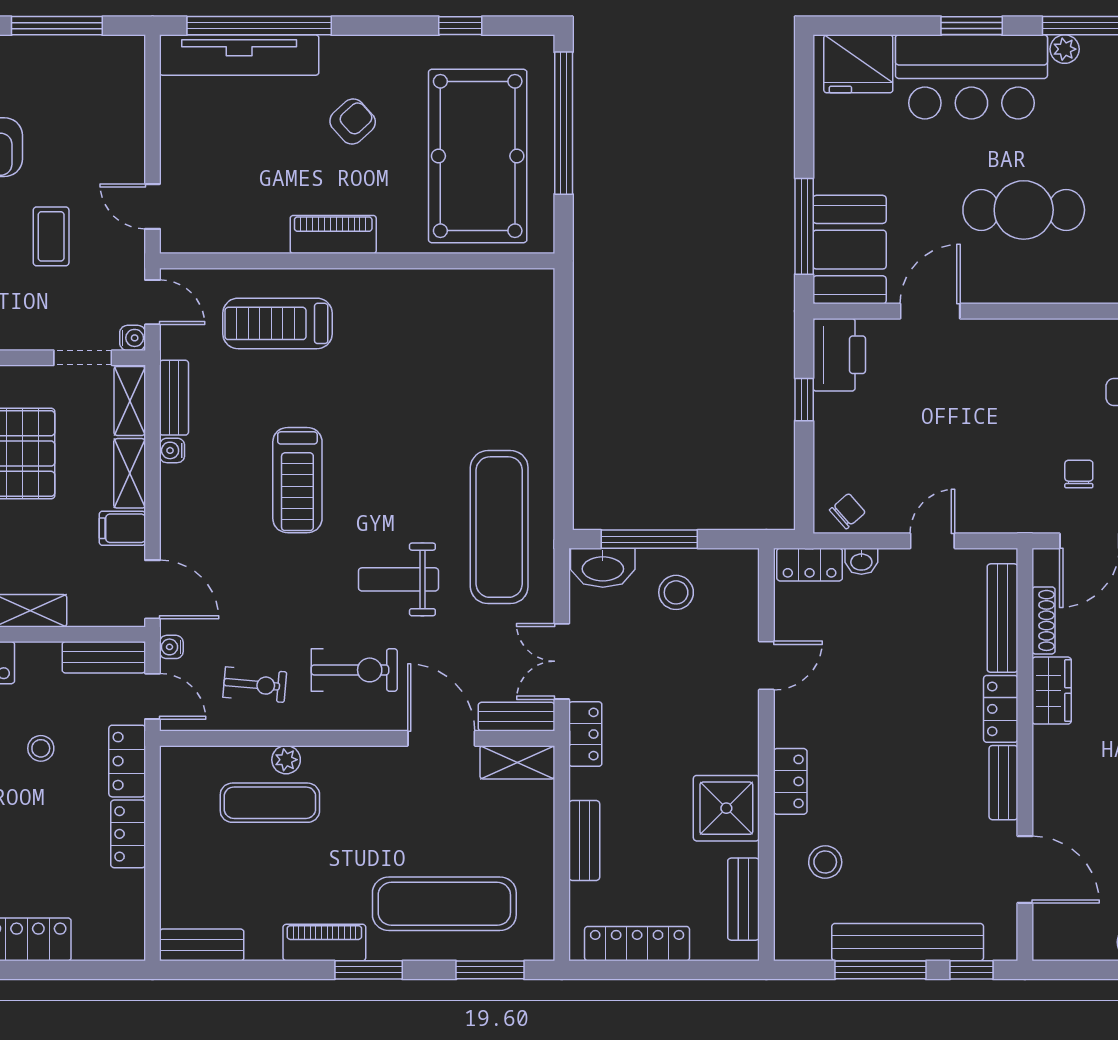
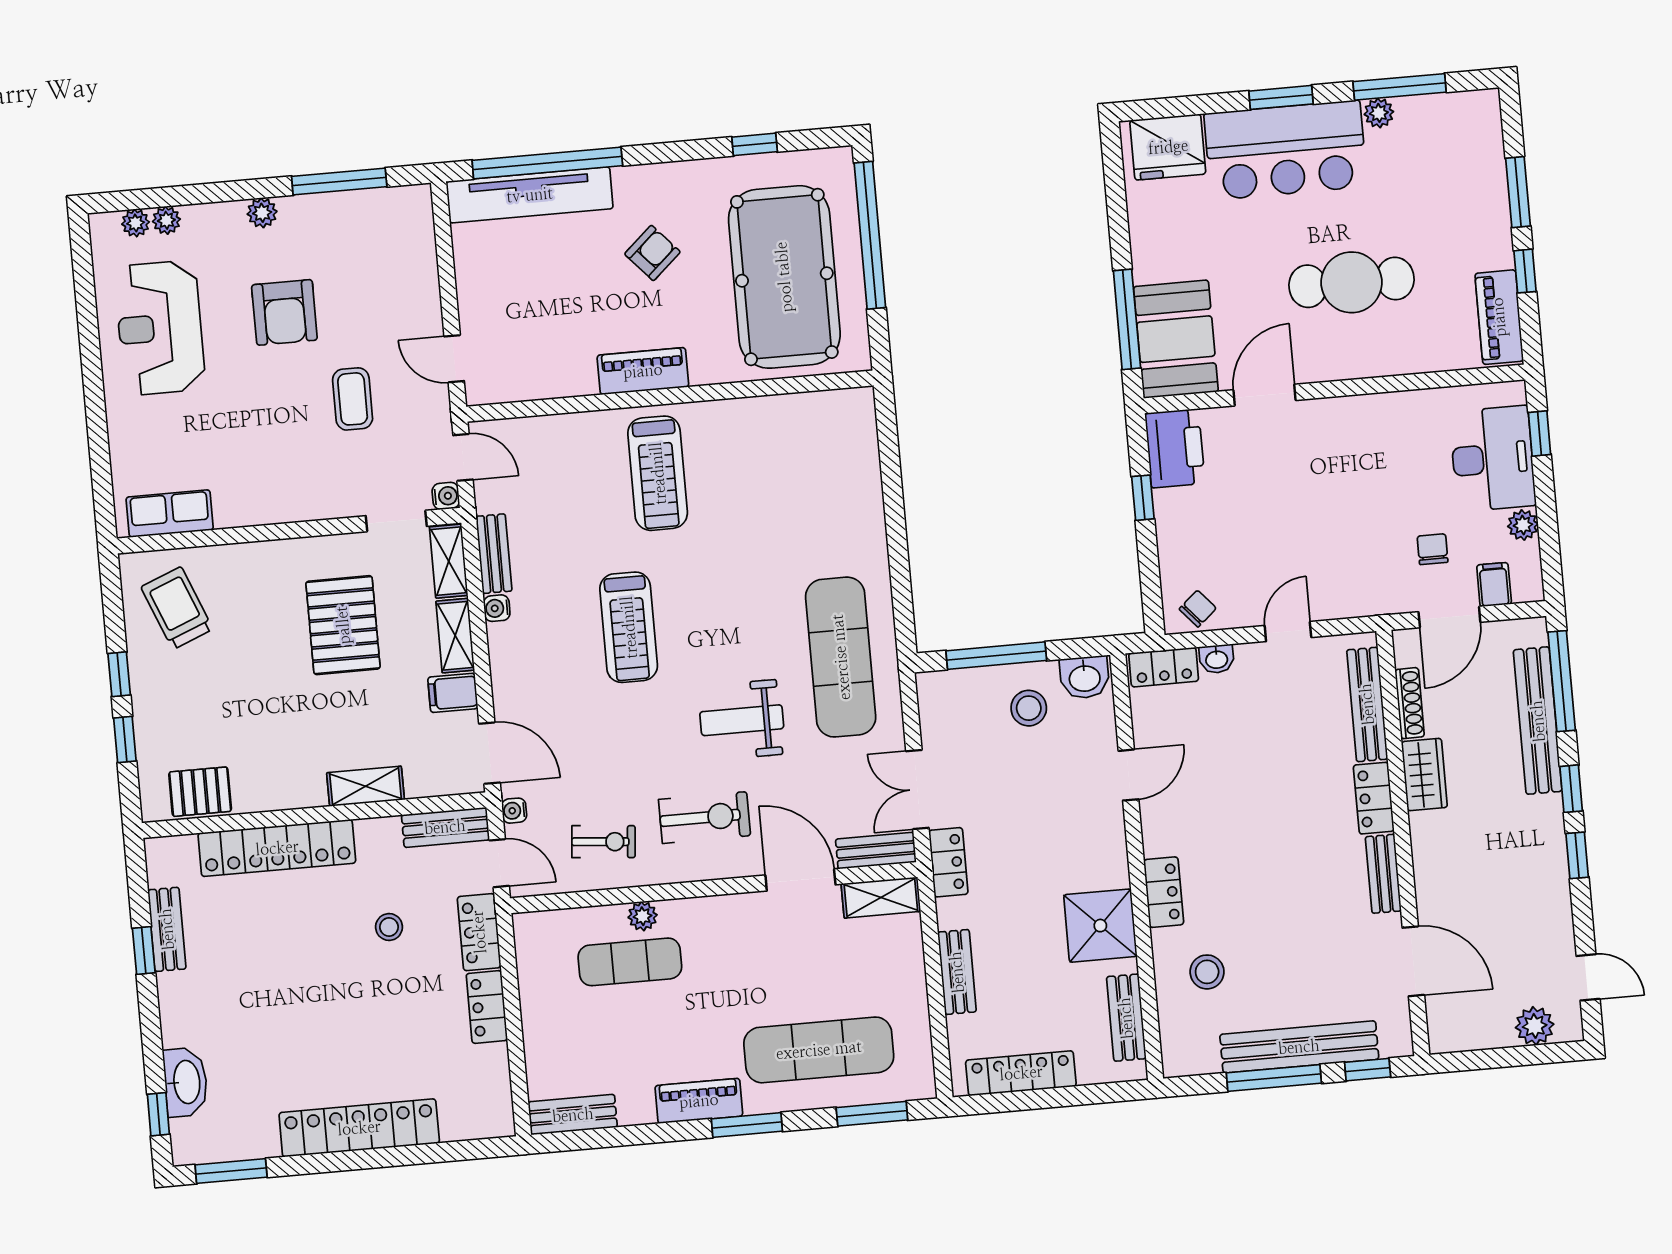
treadmill: (277, 323) -> (658, 473), moved, turned -90
washbasin: (603, 568) -> (1085, 677), moved, width x0.72

